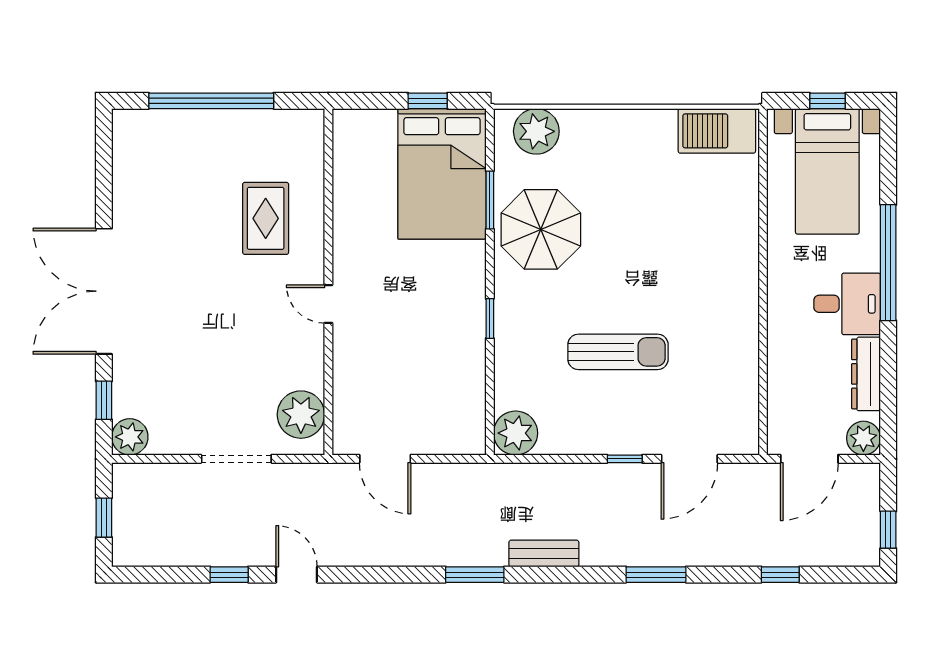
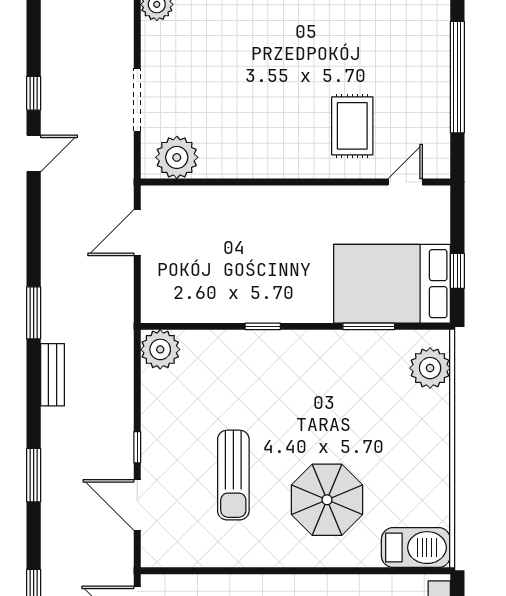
barbecue: (717, 131) -> (416, 548), moved, turned 90
rug: (266, 218) -> (352, 126), turned 90
parasol: (541, 229) -> (327, 500), moved
door: (328, 304) -> (405, 182), moved
sun lounger: (618, 352) -> (233, 475), moved

